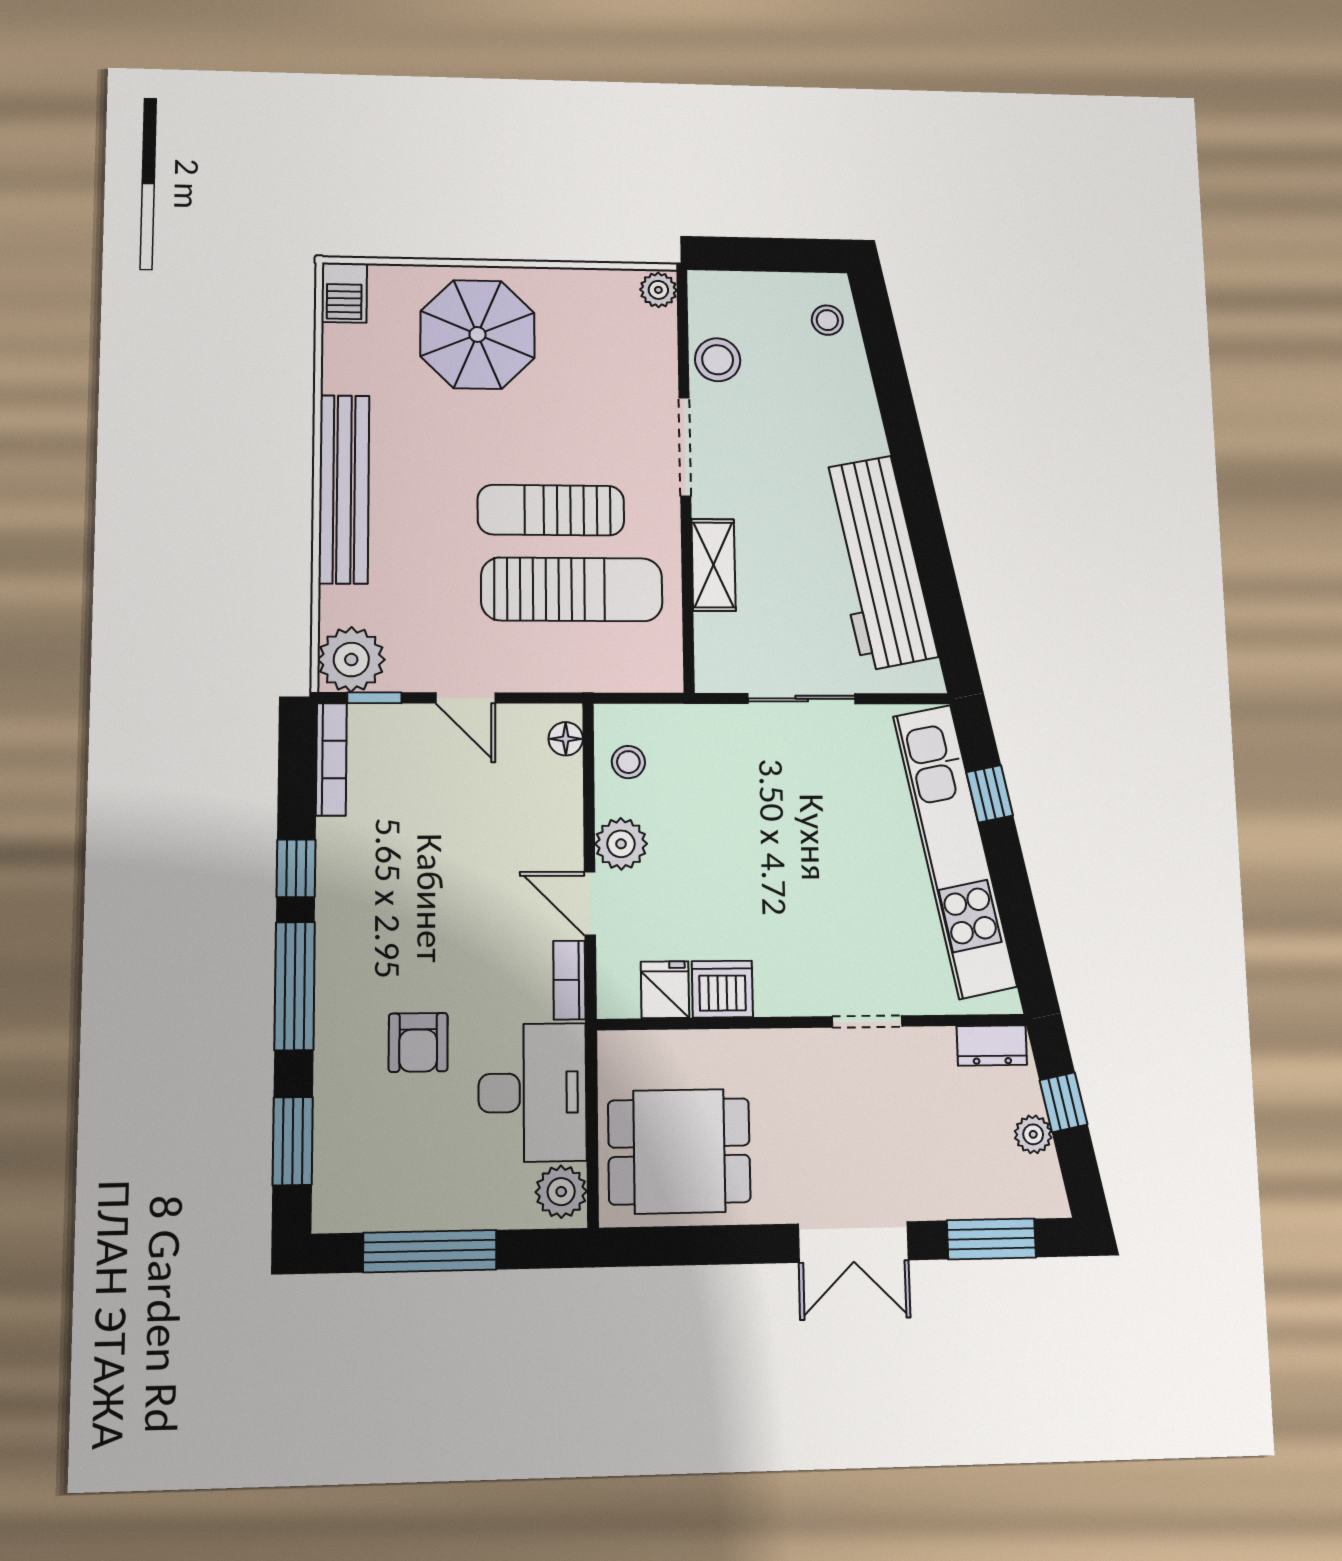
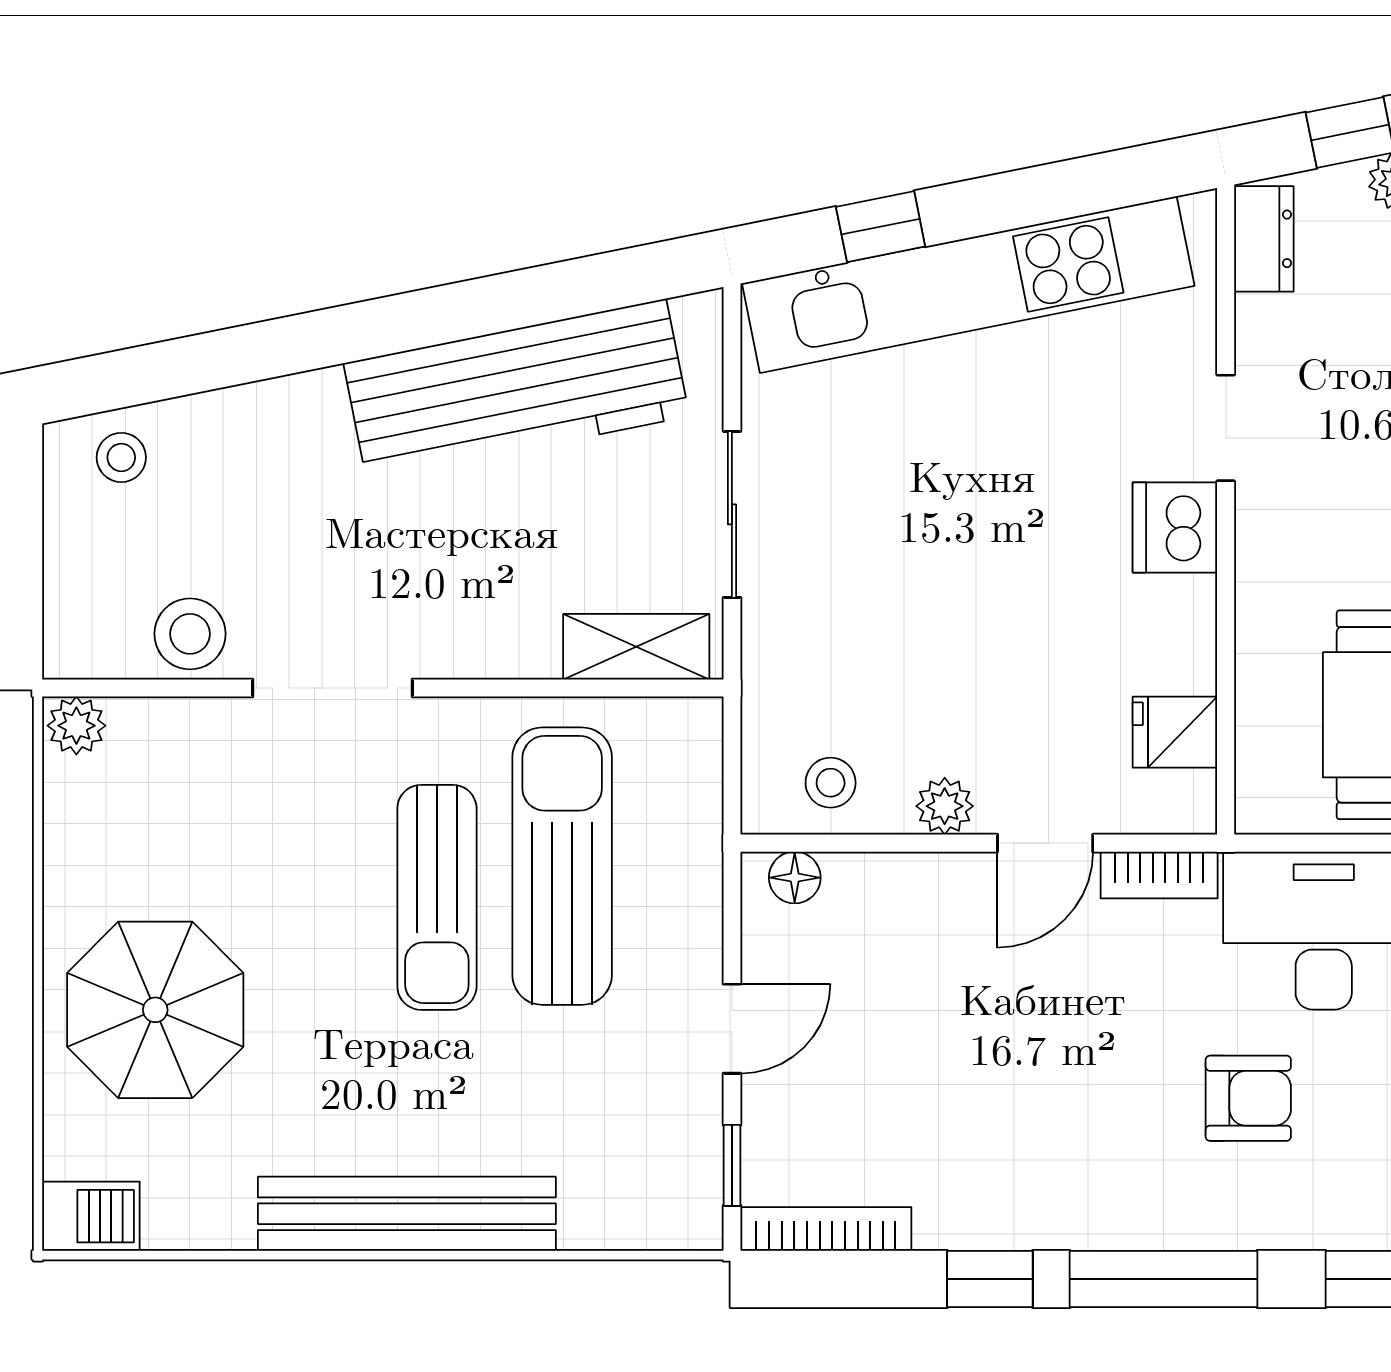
shelving: (714, 565) -> (636, 647), moved
plant: (351, 660) -> (673, 1200), removed
plant: (621, 844) -> (945, 806), width x0.73, depth x0.73
dishwasher: (722, 989) -> (1175, 527), moved

